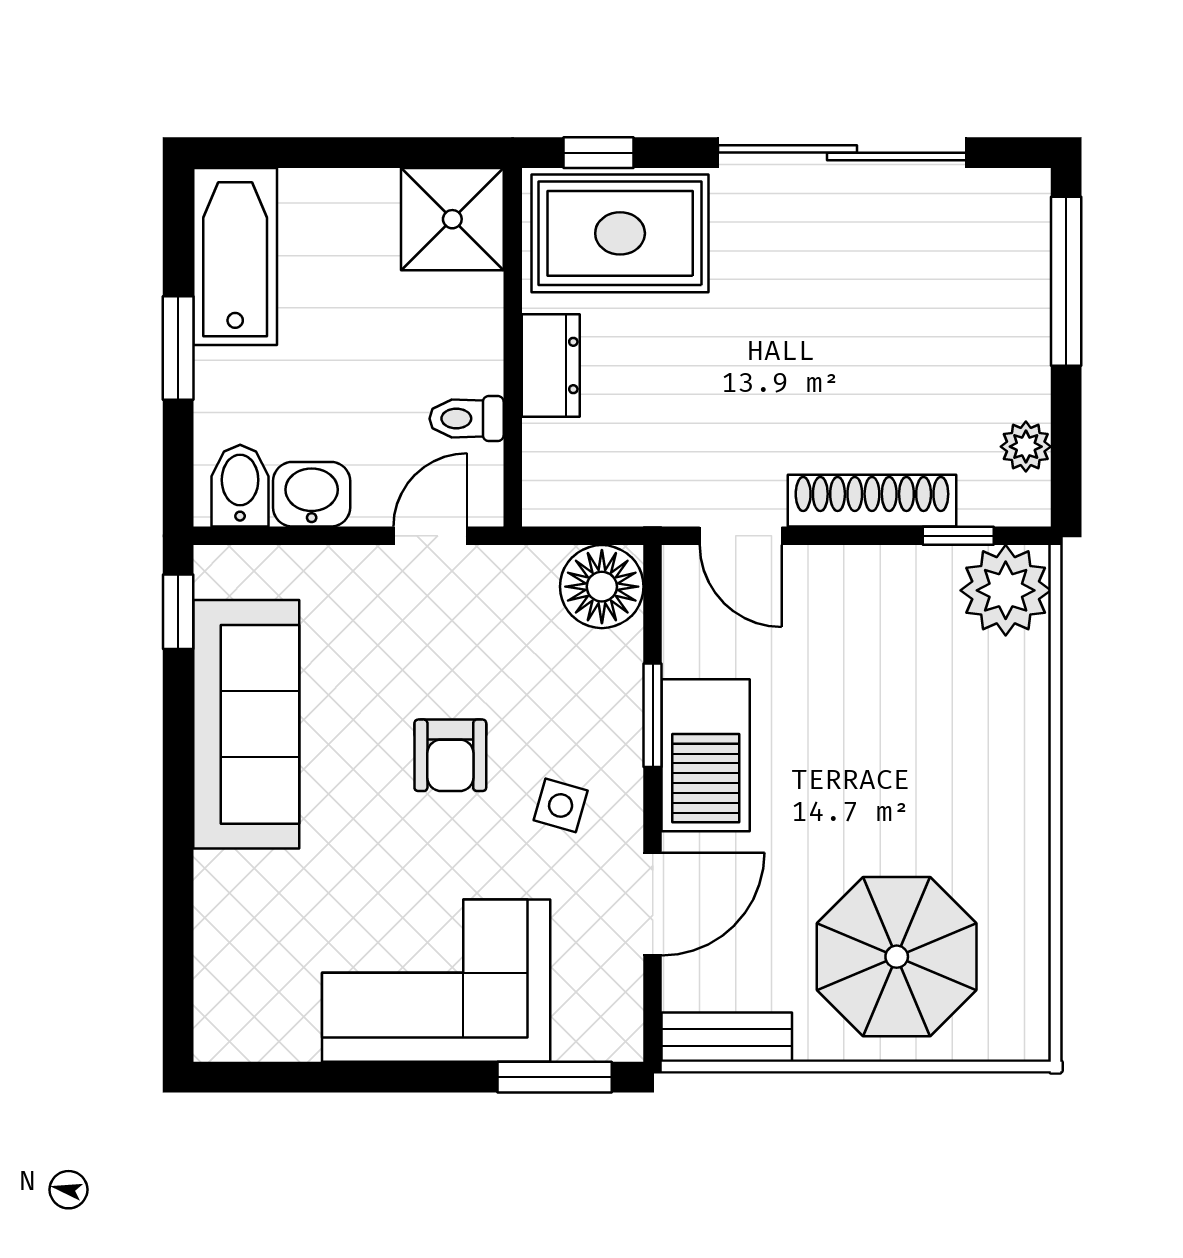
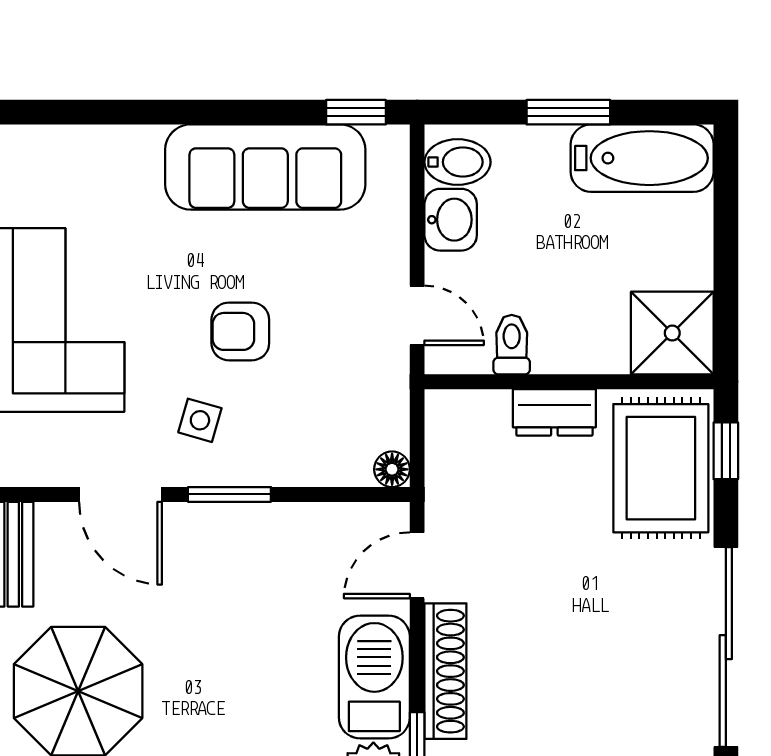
floor lamp: (602, 587) -> (392, 469), width x0.53, depth x0.53
window: (653, 715) -> (229, 494), moved
barbecue: (706, 755) -> (374, 677), moved, turned 90

